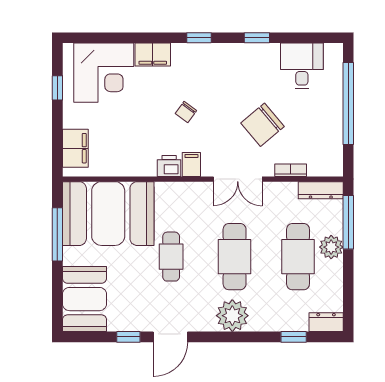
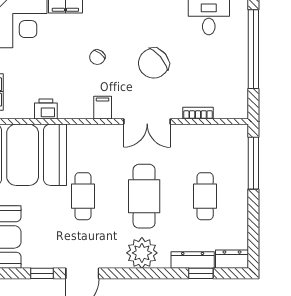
chair: (262, 125) -> (154, 63), moved
printer: (169, 166) -> (46, 109), moved
dresser: (321, 190) -> (193, 260), moved, turned 180
plant: (331, 247) -> (237, 187), removed
cafe table: (298, 257) -> (205, 196), width x0.73, depth x0.74

